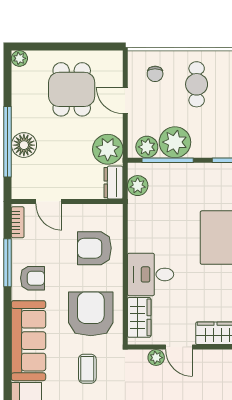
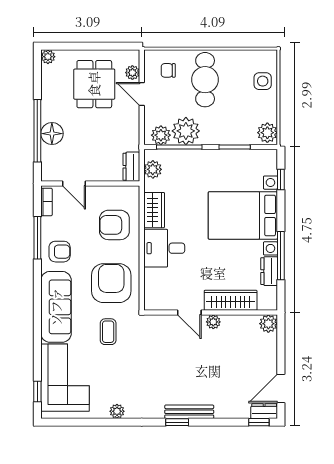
chair: (155, 74) -> (168, 70), turned 90
cafe table: (197, 84) -> (205, 80), width x1.37, depth x1.35
plant: (108, 149) -> (132, 73), moved, width x0.53, depth x0.53
wardrobe: (139, 317) -> (154, 210), moved
plant: (156, 358) -> (213, 322), moved

